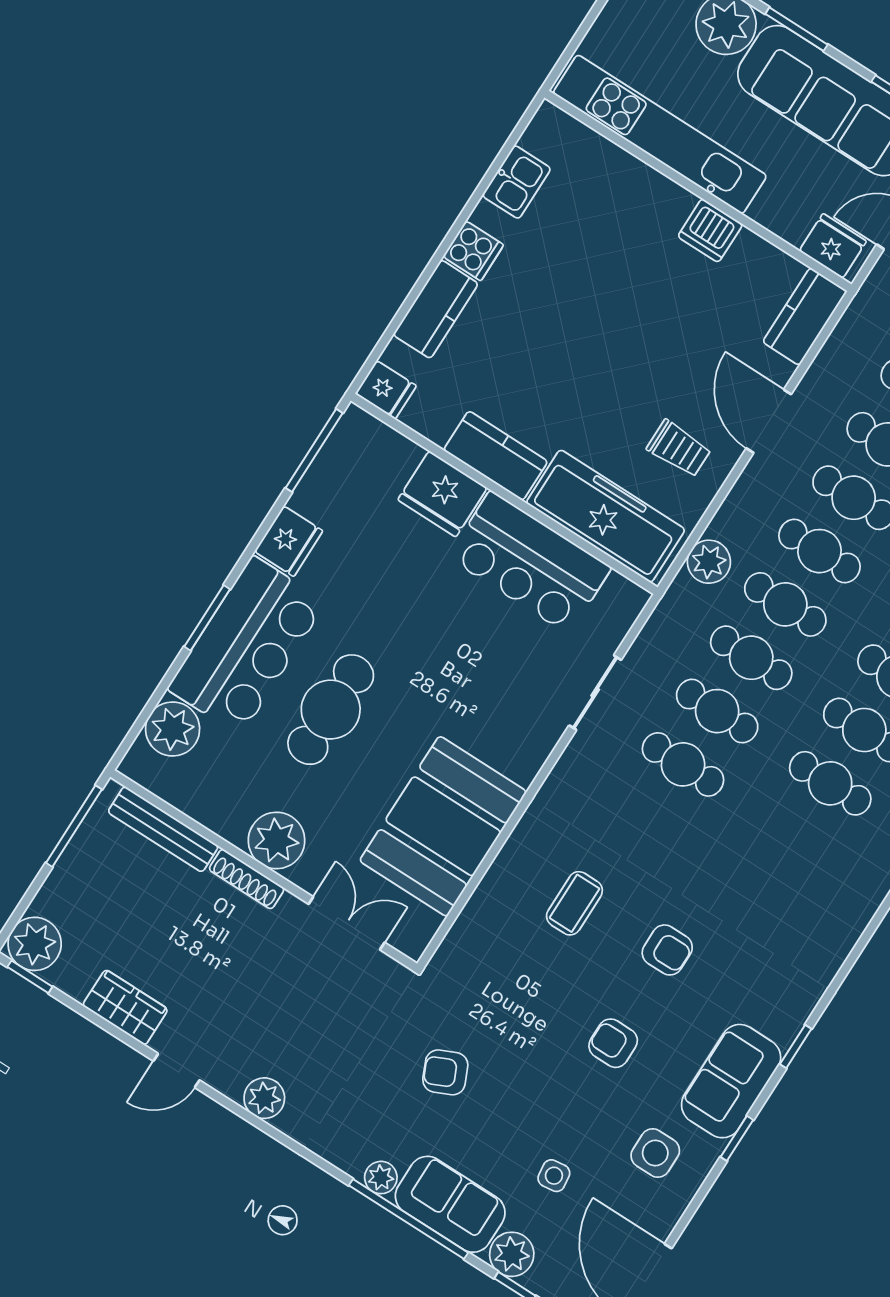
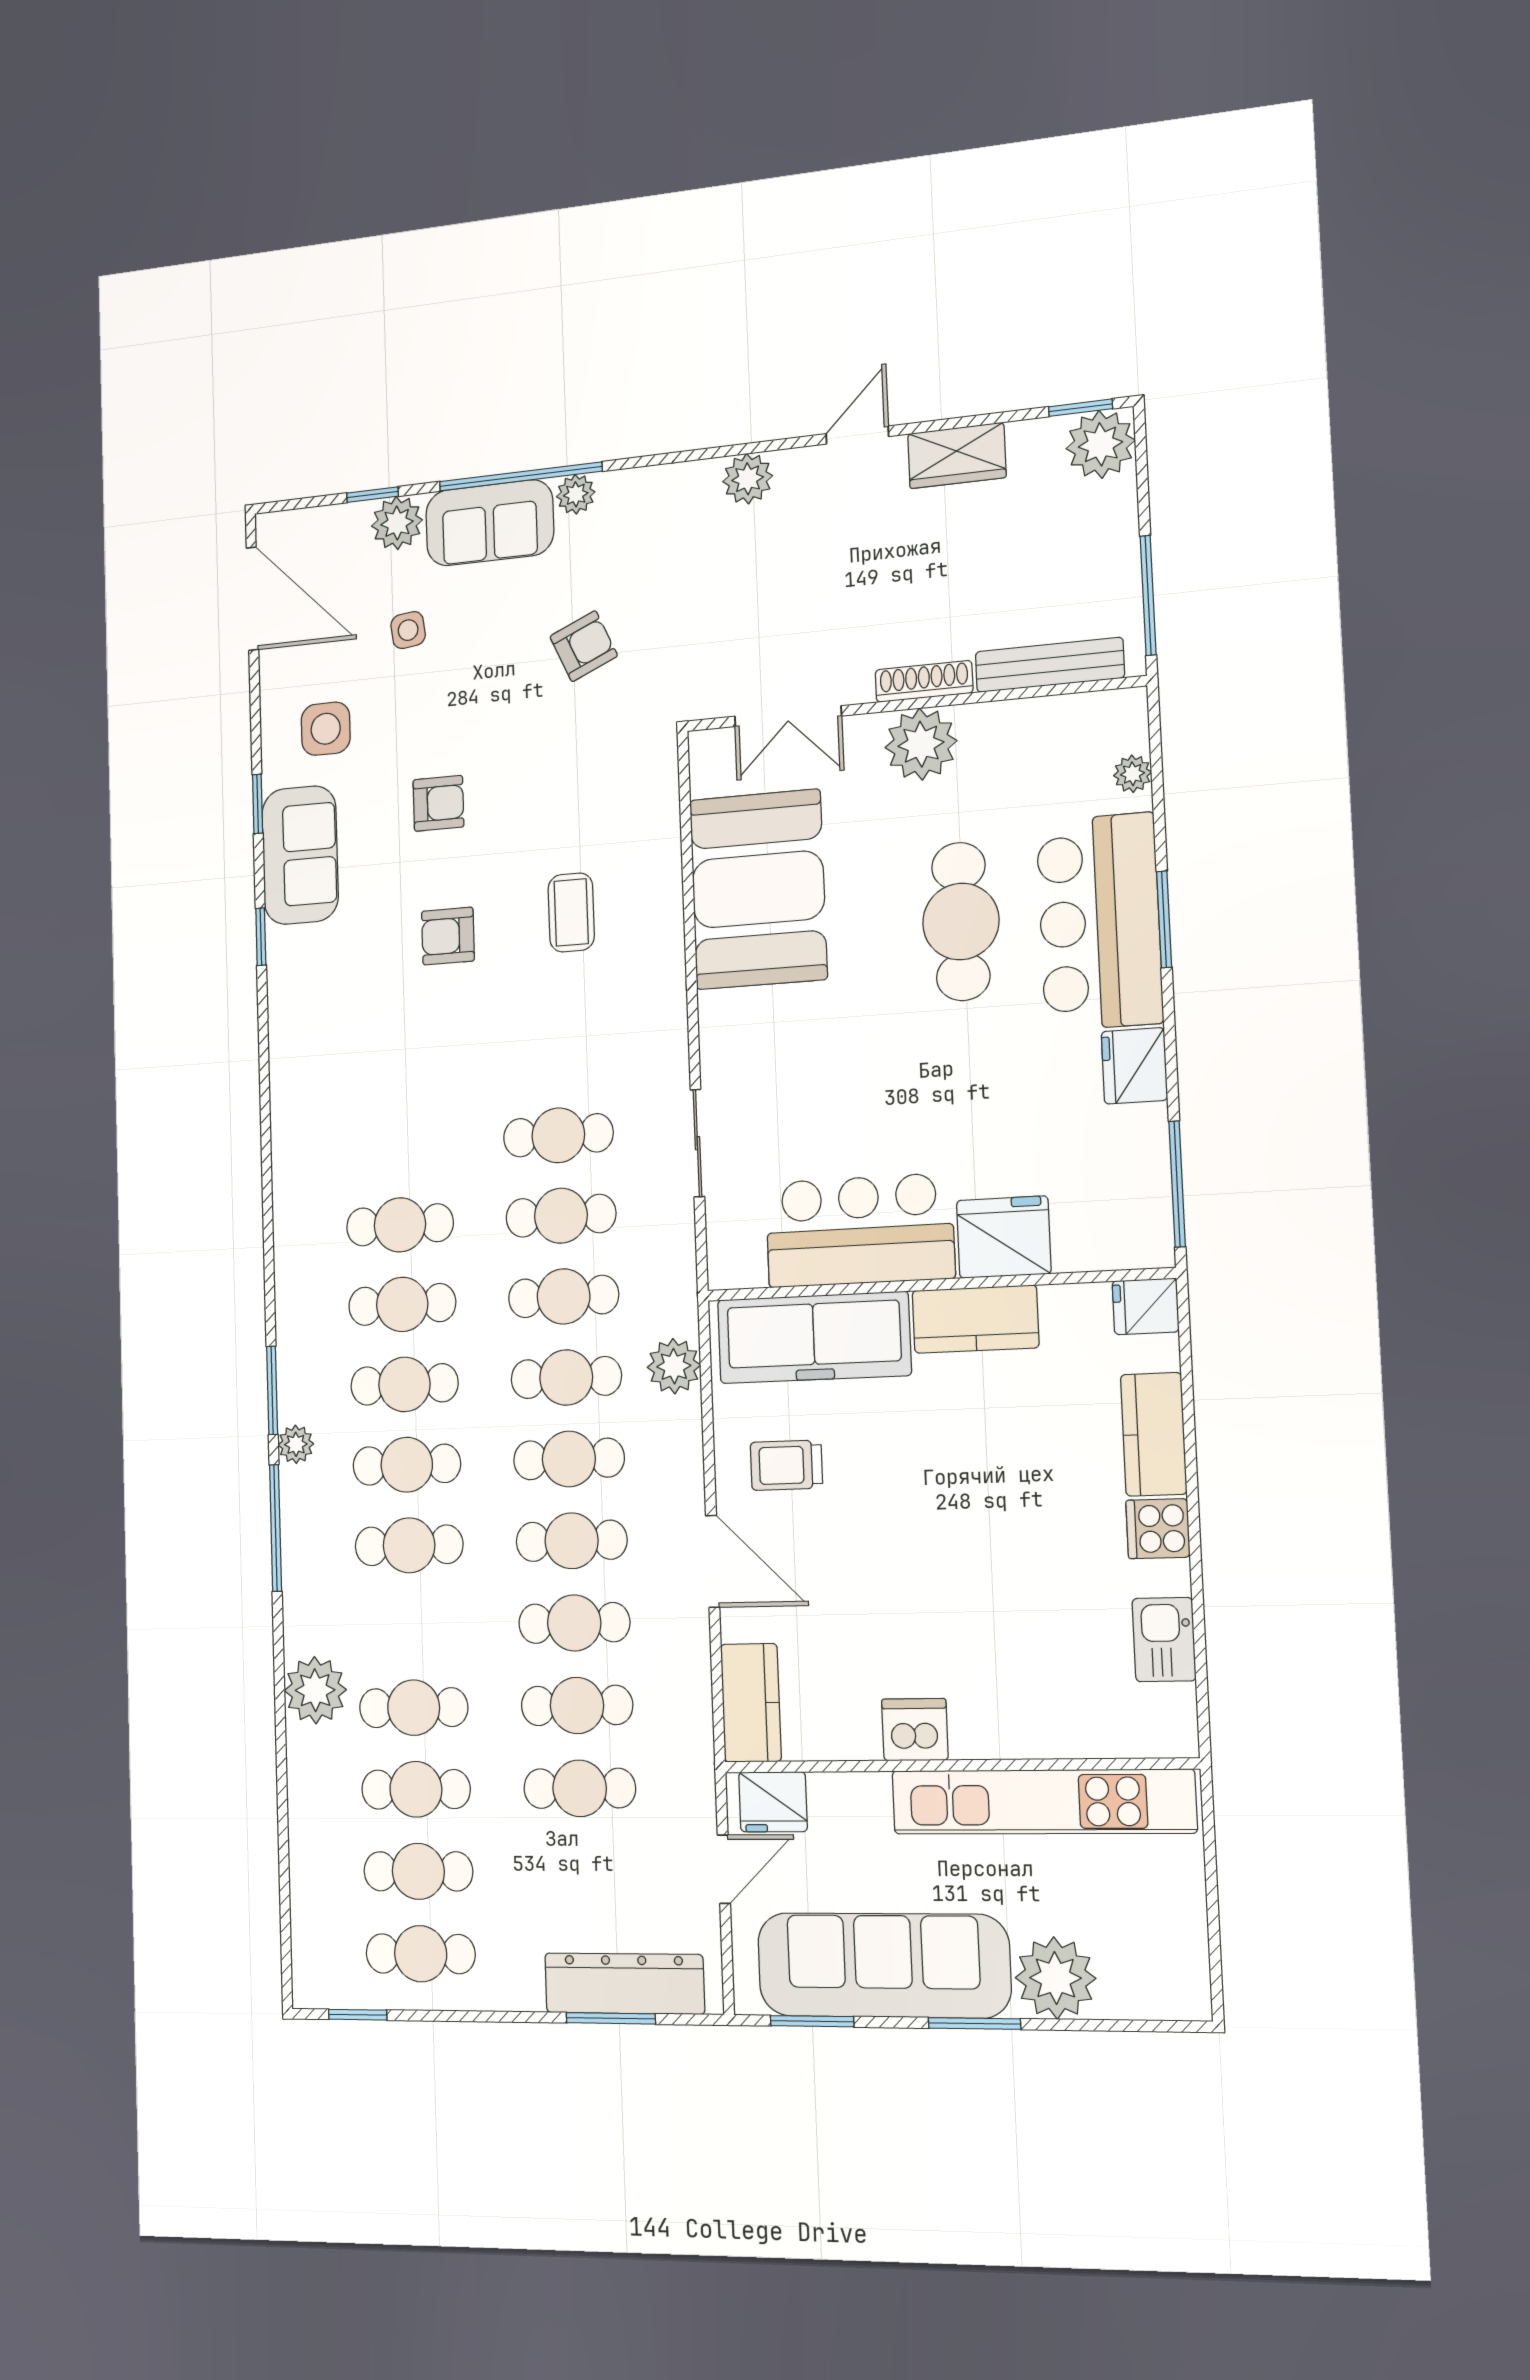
plant: (173, 729) -> (1133, 774), width x0.53, depth x0.53

